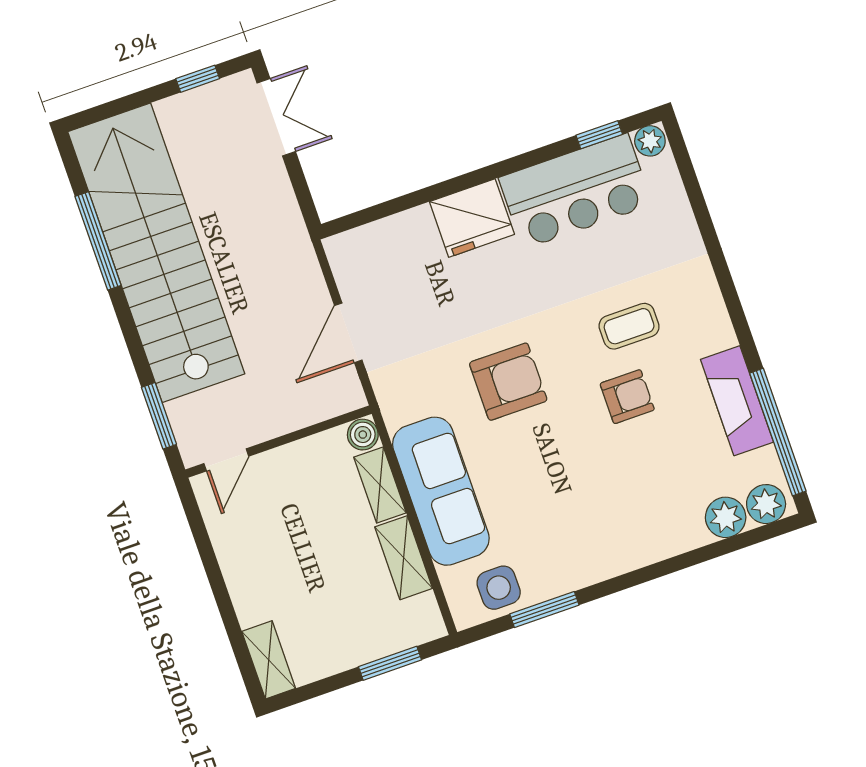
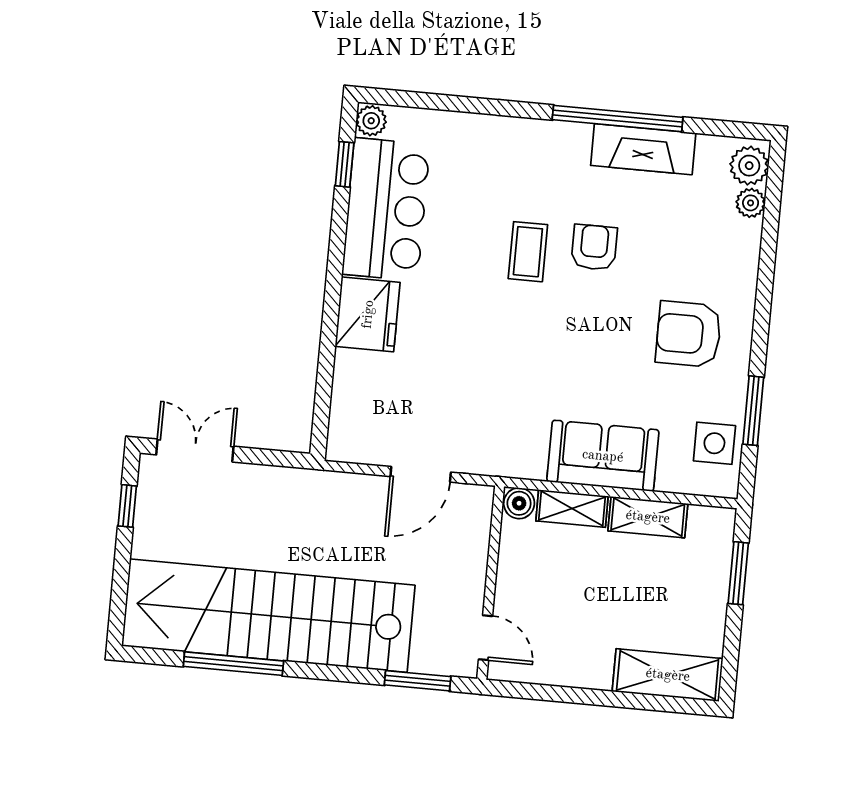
coffee table: (629, 326) -> (528, 252), moved
door: (348, 333) -> (421, 474), hinge flipped
armchair: (508, 382) -> (689, 334), moved, turned -90
window: (778, 432) -> (618, 119), moved
sofa: (441, 491) -> (603, 456), width x0.73
plant: (726, 517) -> (751, 203), width x0.73, depth x0.73
shelving: (269, 660) -> (668, 675), width x1.50, depth x1.33

